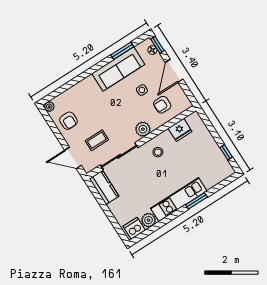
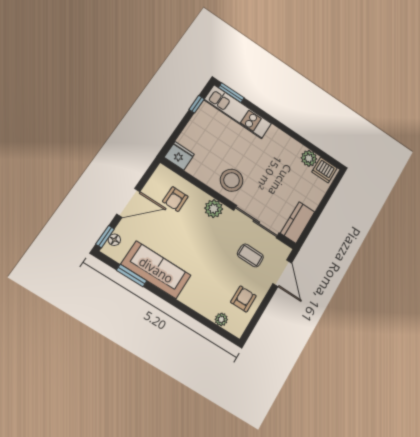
side table: (142, 90) -> (169, 230), removed
armchair: (162, 105) -> (175, 199), turned 90
plant: (49, 107) -> (221, 319), moved
fridge: (180, 130) -> (179, 156), moved
stool: (158, 152) -> (232, 180), width x1.89, depth x1.89
kitchen unit: (179, 200) -> (238, 112), moved
window: (197, 201) -> (231, 93), moved

